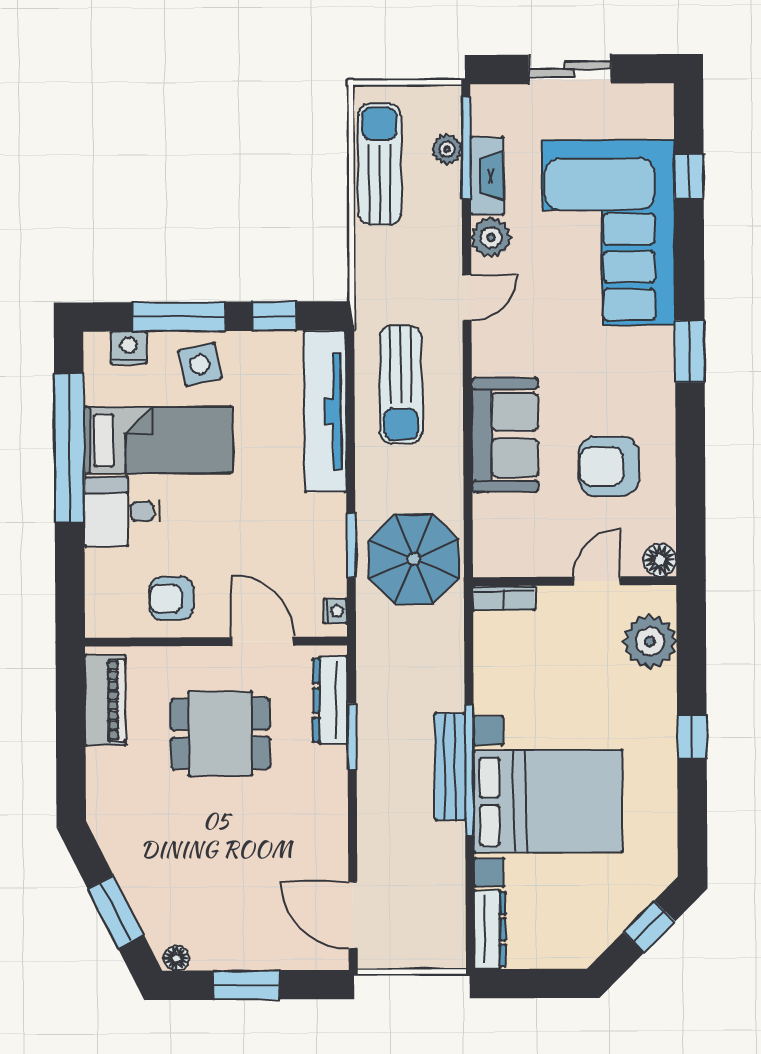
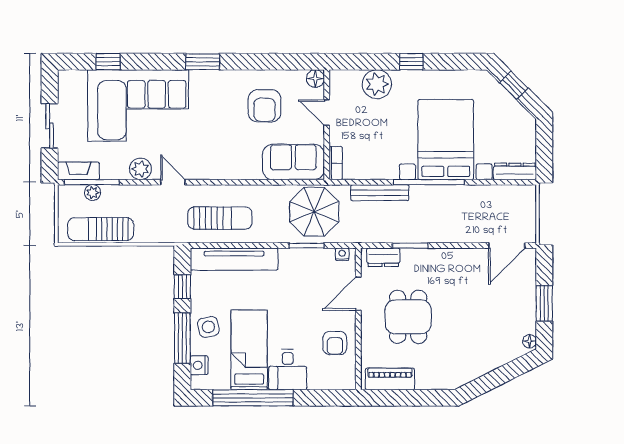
fireplace: (487, 176) -> (78, 171), moved
sofa: (505, 435) -> (293, 162), moved
plant: (650, 641) -> (377, 84), moved
dresser: (330, 700) -> (383, 257), width x0.70
bench: (450, 767) -> (380, 193), moved
window: (116, 912) -> (504, 374), removed

